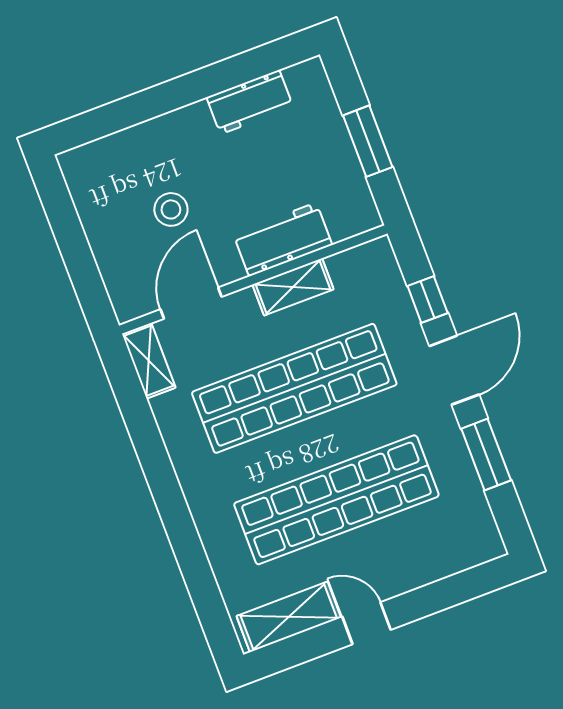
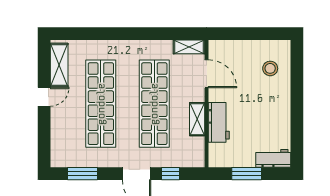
workbench: (250, 102) -> (273, 158), moved, turned 90
stool: (171, 209) -> (270, 68), moved
window: (486, 455) -> (82, 174), moved

